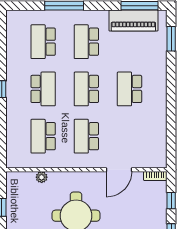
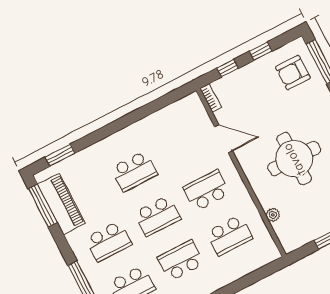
school desk: (86, 136) -> (206, 191), turned 180

